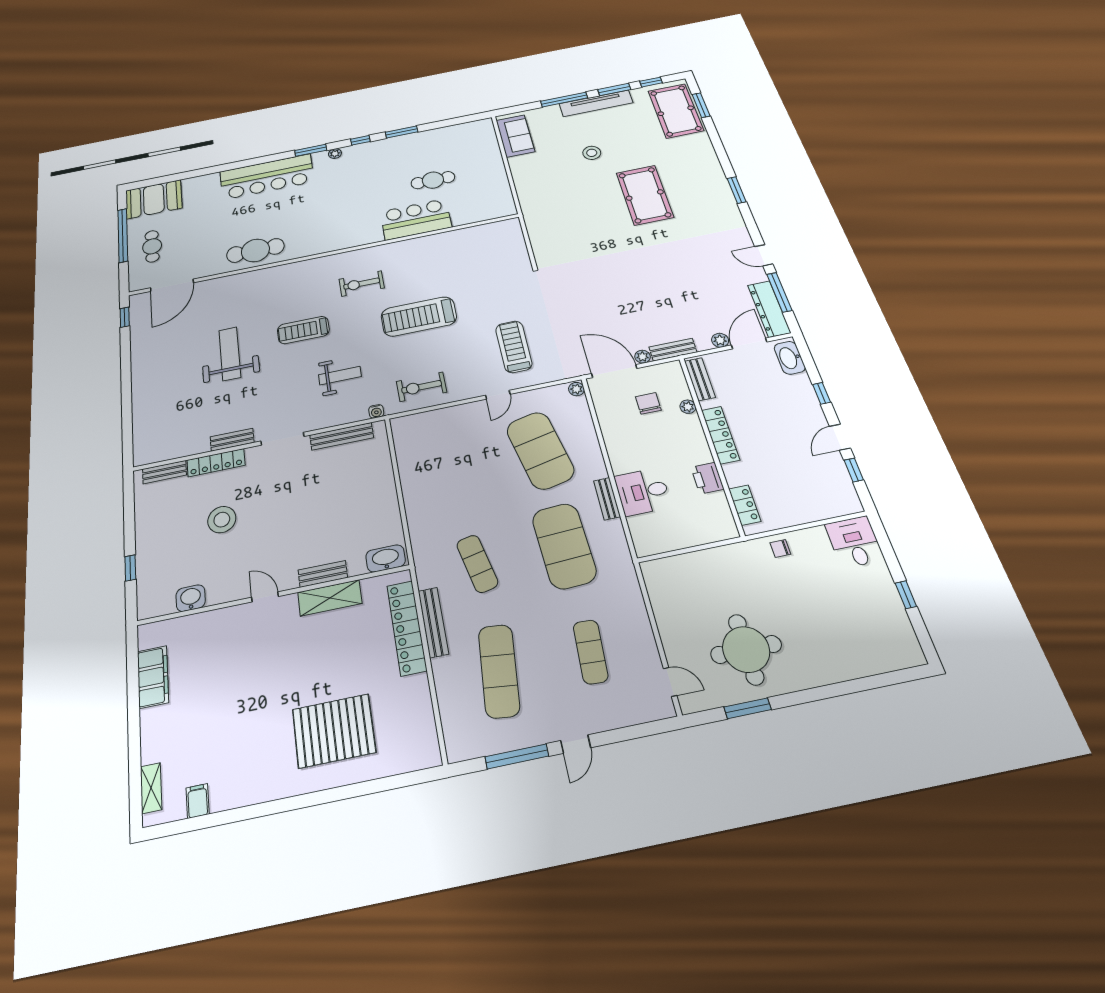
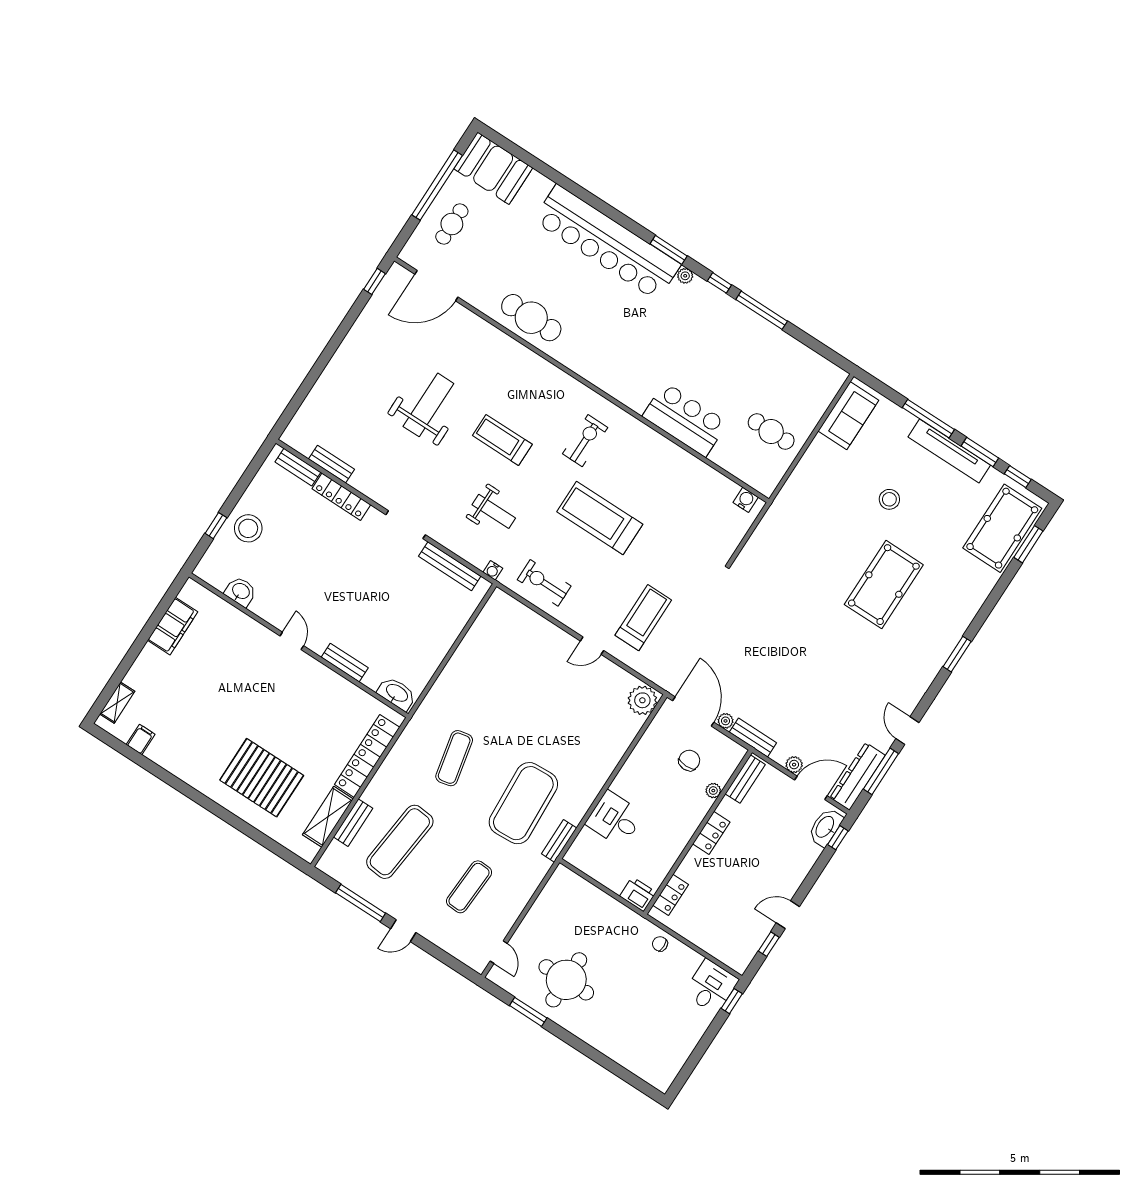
window: (402, 132) -> (762, 310), width x1.44
bar counter: (267, 177) -> (607, 242), width x1.36
cafe table: (433, 180) -> (771, 431), moved
water cooler: (504, 227) -> (746, 500), added
exercise bike: (362, 284) -> (585, 441), turned 90
plant: (576, 389) -> (642, 700), width x1.88, depth x1.88
window: (822, 393) -> (838, 838), moved
locker: (720, 435) -> (711, 833), width x0.66
bench: (232, 440) -> (331, 464), moved
exercise mat: (540, 450) -> (578, 719), removed
printer: (707, 478) -> (638, 894), moved, turned 90
bench: (607, 499) -> (559, 841), moved
stool: (222, 520) -> (248, 528), moved
window: (906, 595) -> (732, 1001), moved
shelving: (330, 598) -> (328, 817), moved, turned 90
bench: (433, 622) -> (353, 823), moved, width x0.73

